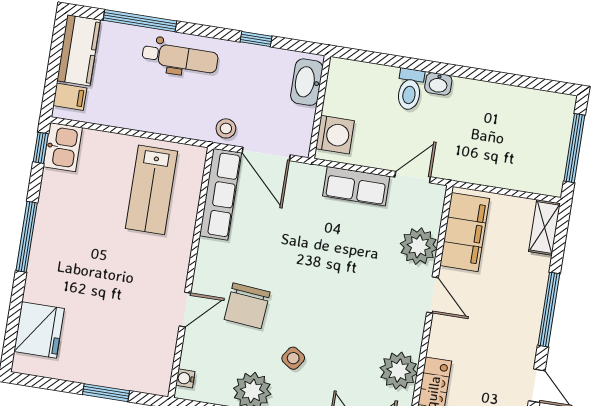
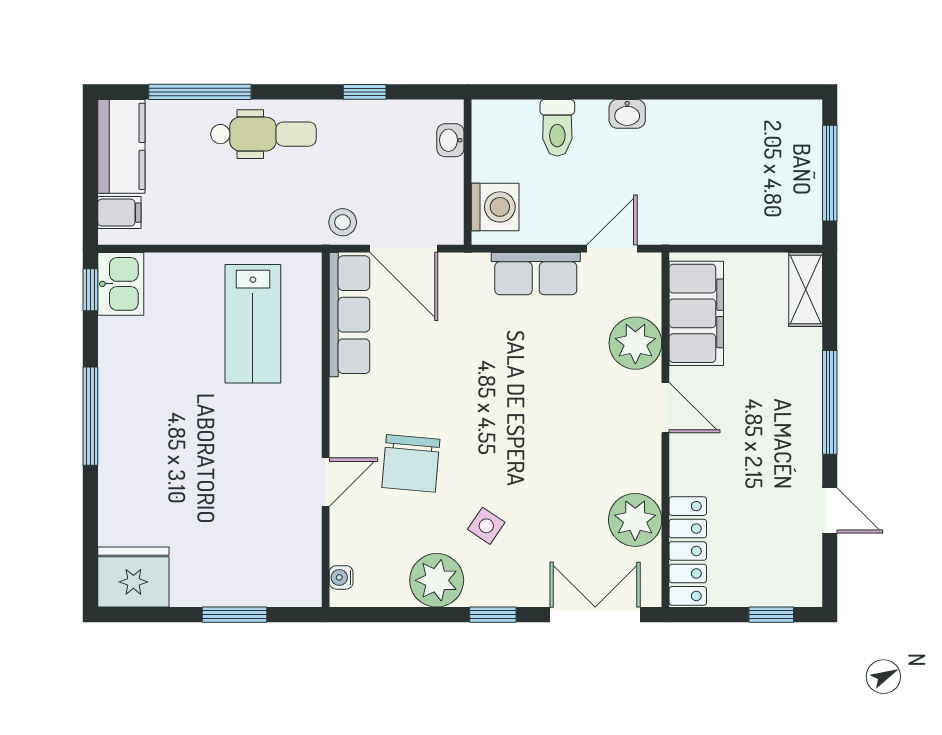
washbasin: (307, 82) -> (450, 140), width x0.52, depth x0.69
toilet: (410, 89) -> (557, 128), moved
fridge: (39, 330) -> (133, 577), moved, turned -90

